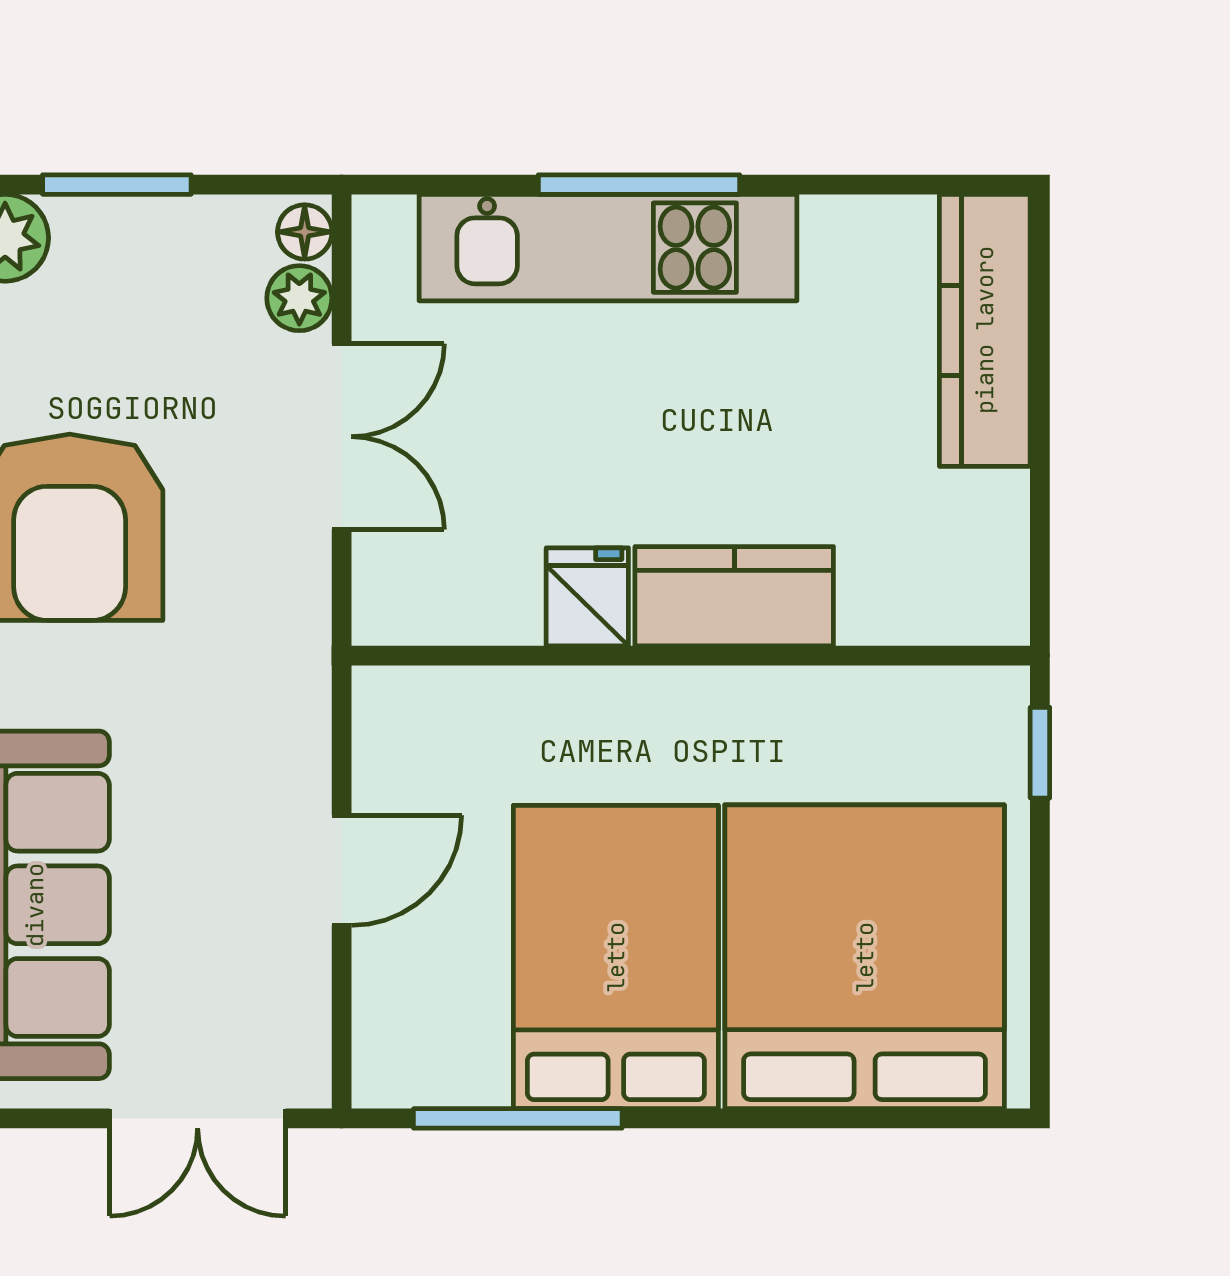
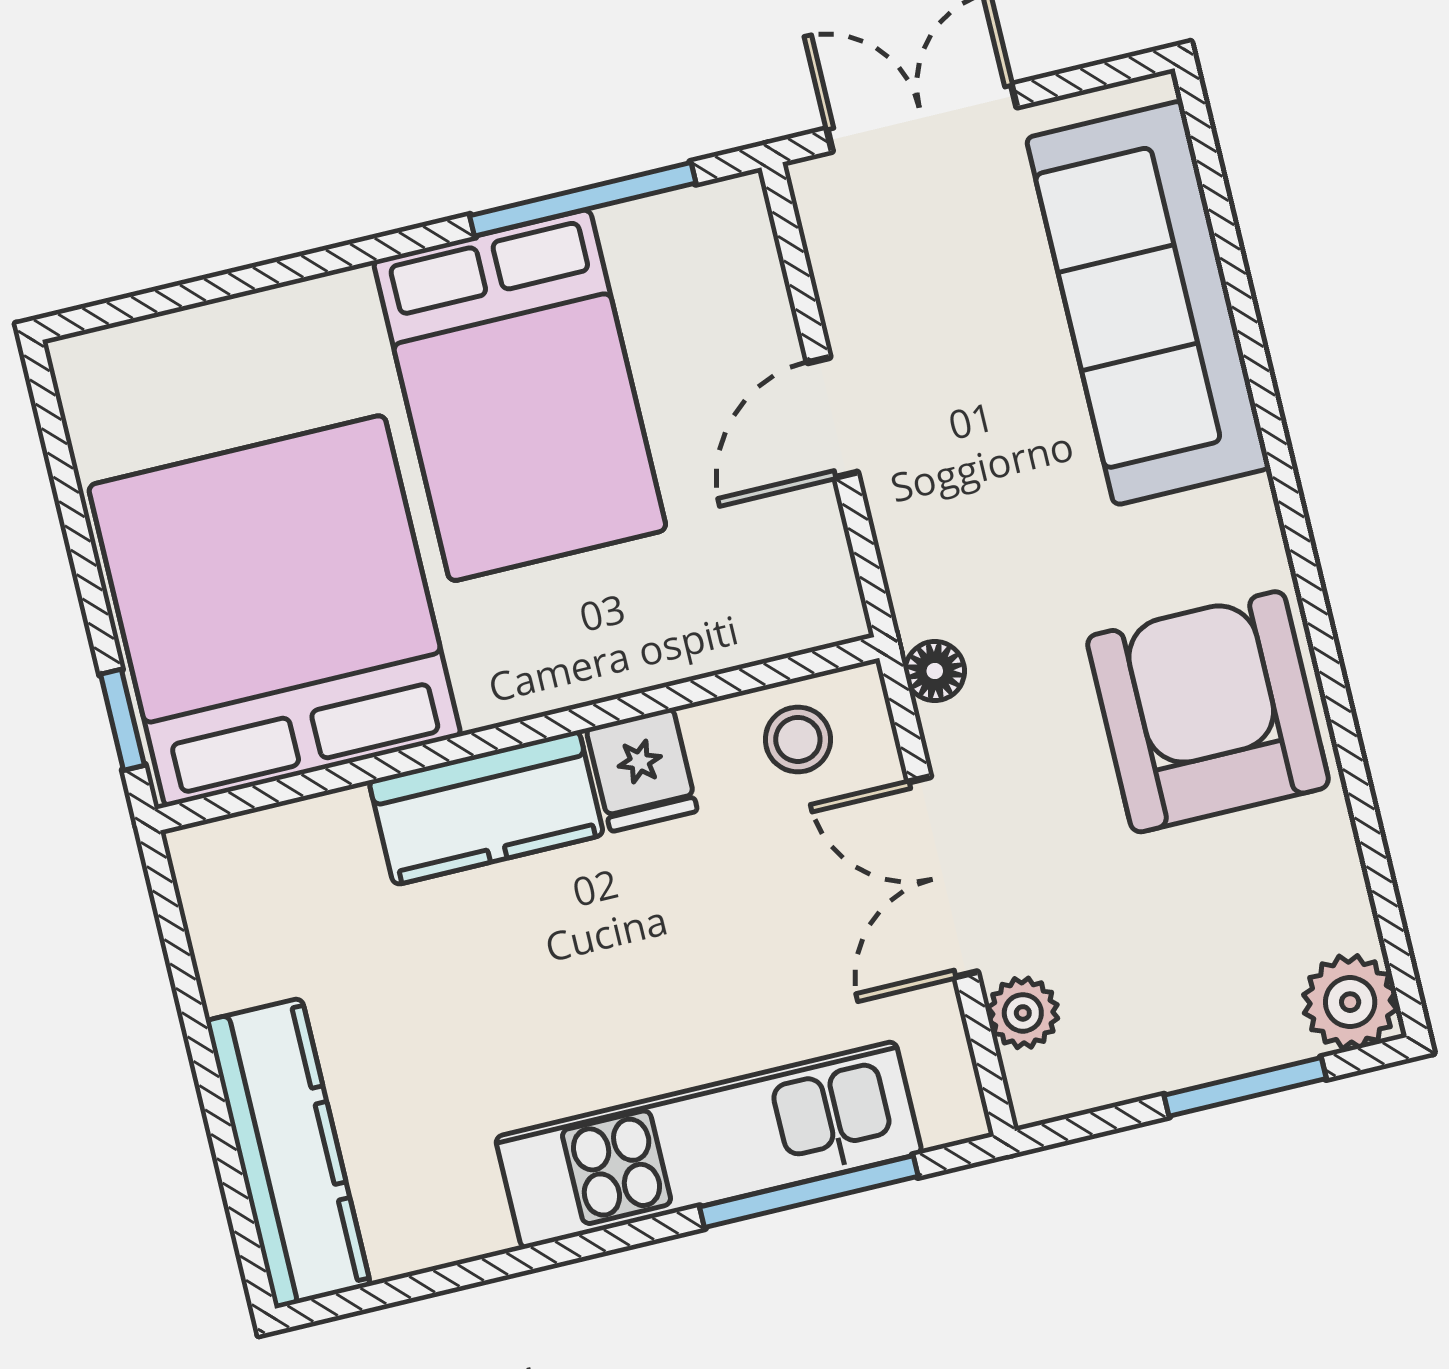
window: (639, 185) -> (809, 1192), moved
floor lamp: (305, 232) -> (935, 671), moved
stool: (441, 590) -> (798, 739), added
bed: (865, 957) -> (275, 611), moved, turned 180

